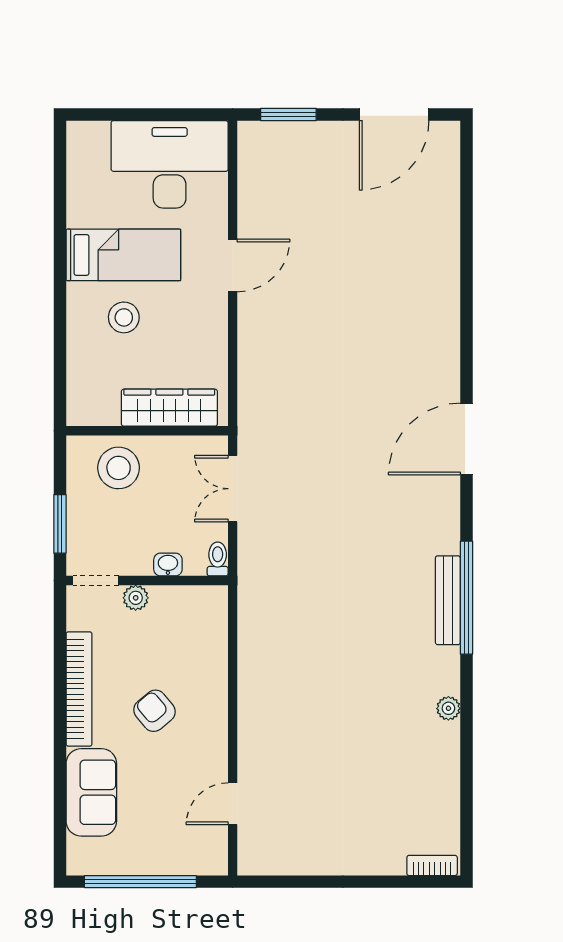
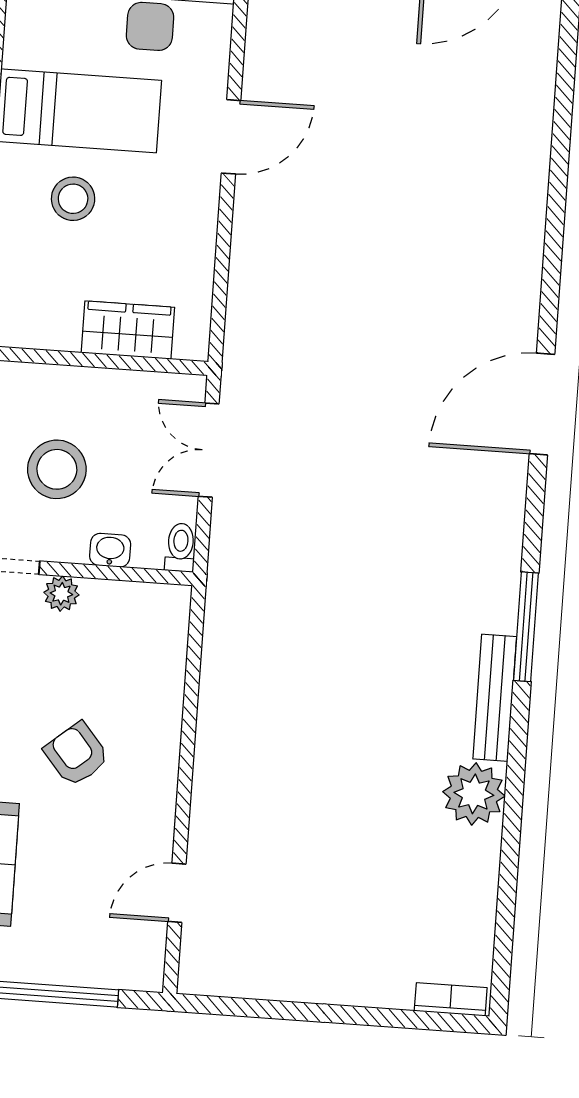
wardrobe: (169, 408) -> (128, 330), width x0.67
stool: (119, 468) -> (57, 469), moved
window: (466, 598) -> (526, 627), width x0.68
bench: (448, 600) -> (495, 698), moved
plant: (448, 708) -> (474, 794), width x1.87, depth x1.87

